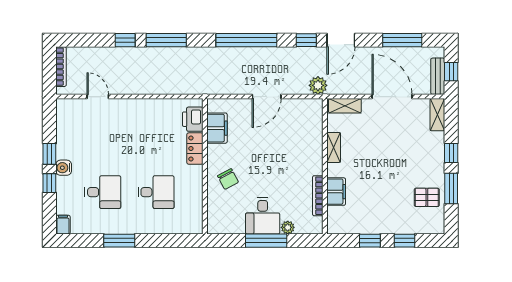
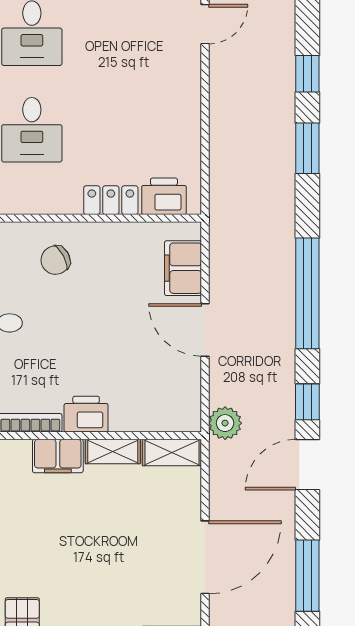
window: (166, 40) -> (307, 148), width x0.69
door: (341, 40) -> (307, 465), hinge flipped
shelving: (345, 106) -> (172, 452), moved, turned 90
filing cabinet: (217, 128) -> (183, 268), moved, turned 90
printer: (313, 162) -> (86, 414), added
filing cabinet: (336, 192) -> (58, 456), moved

